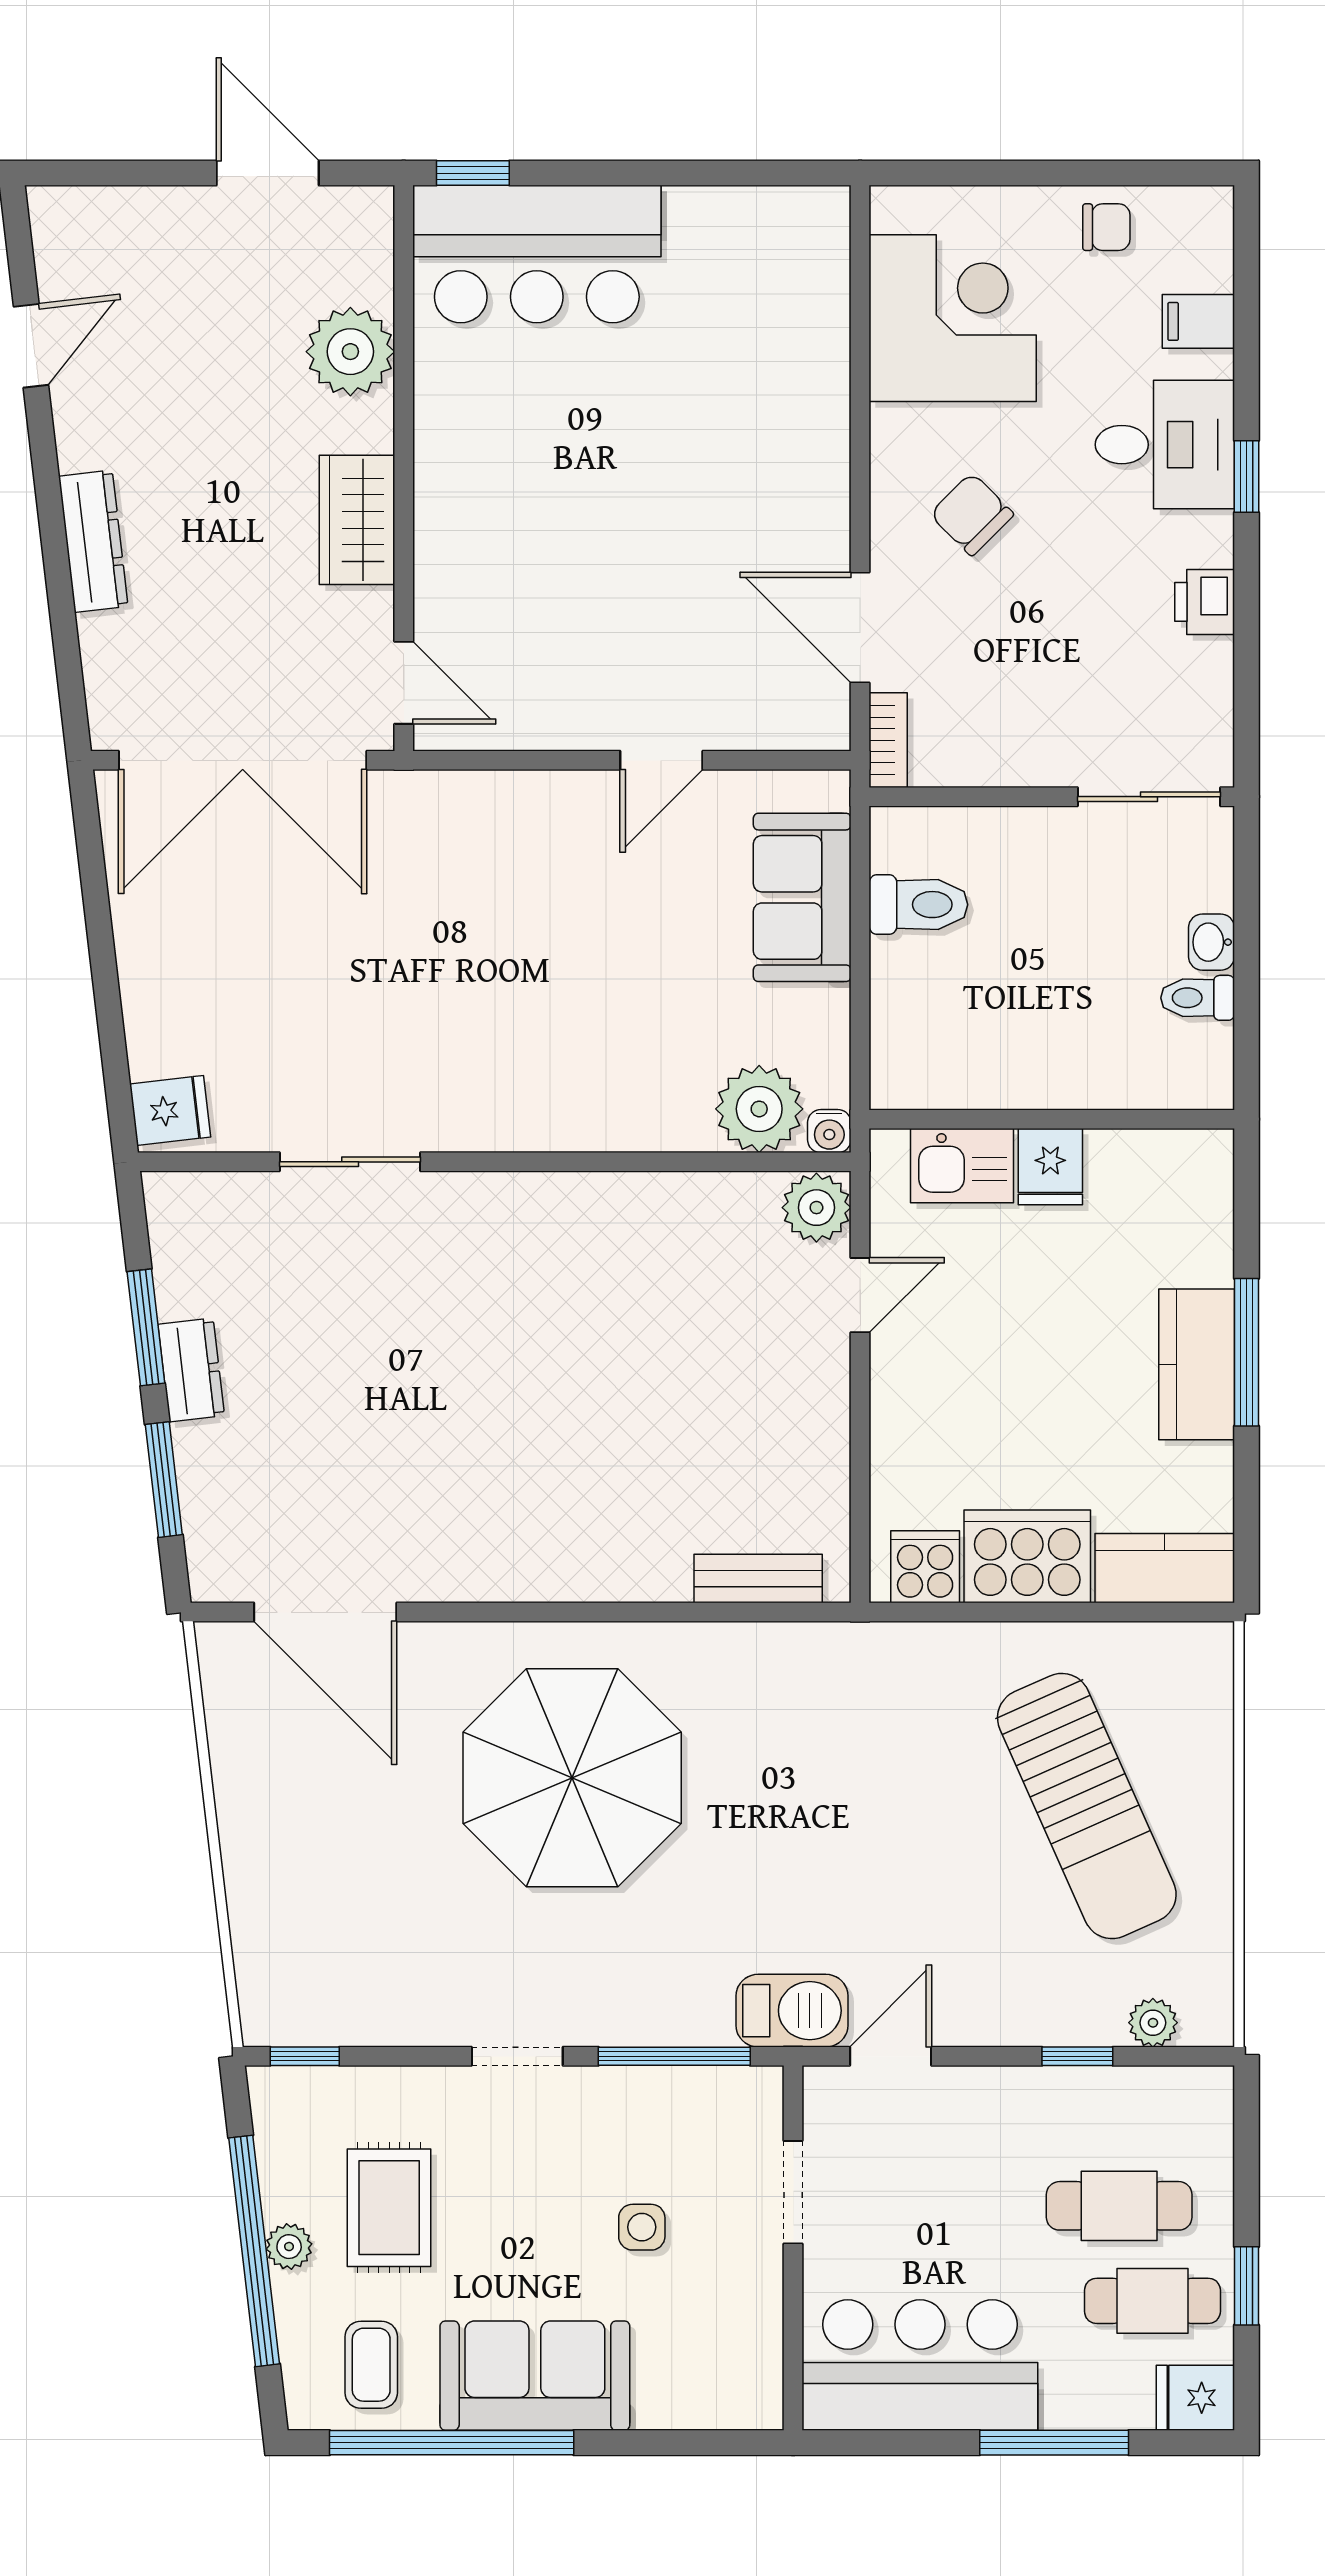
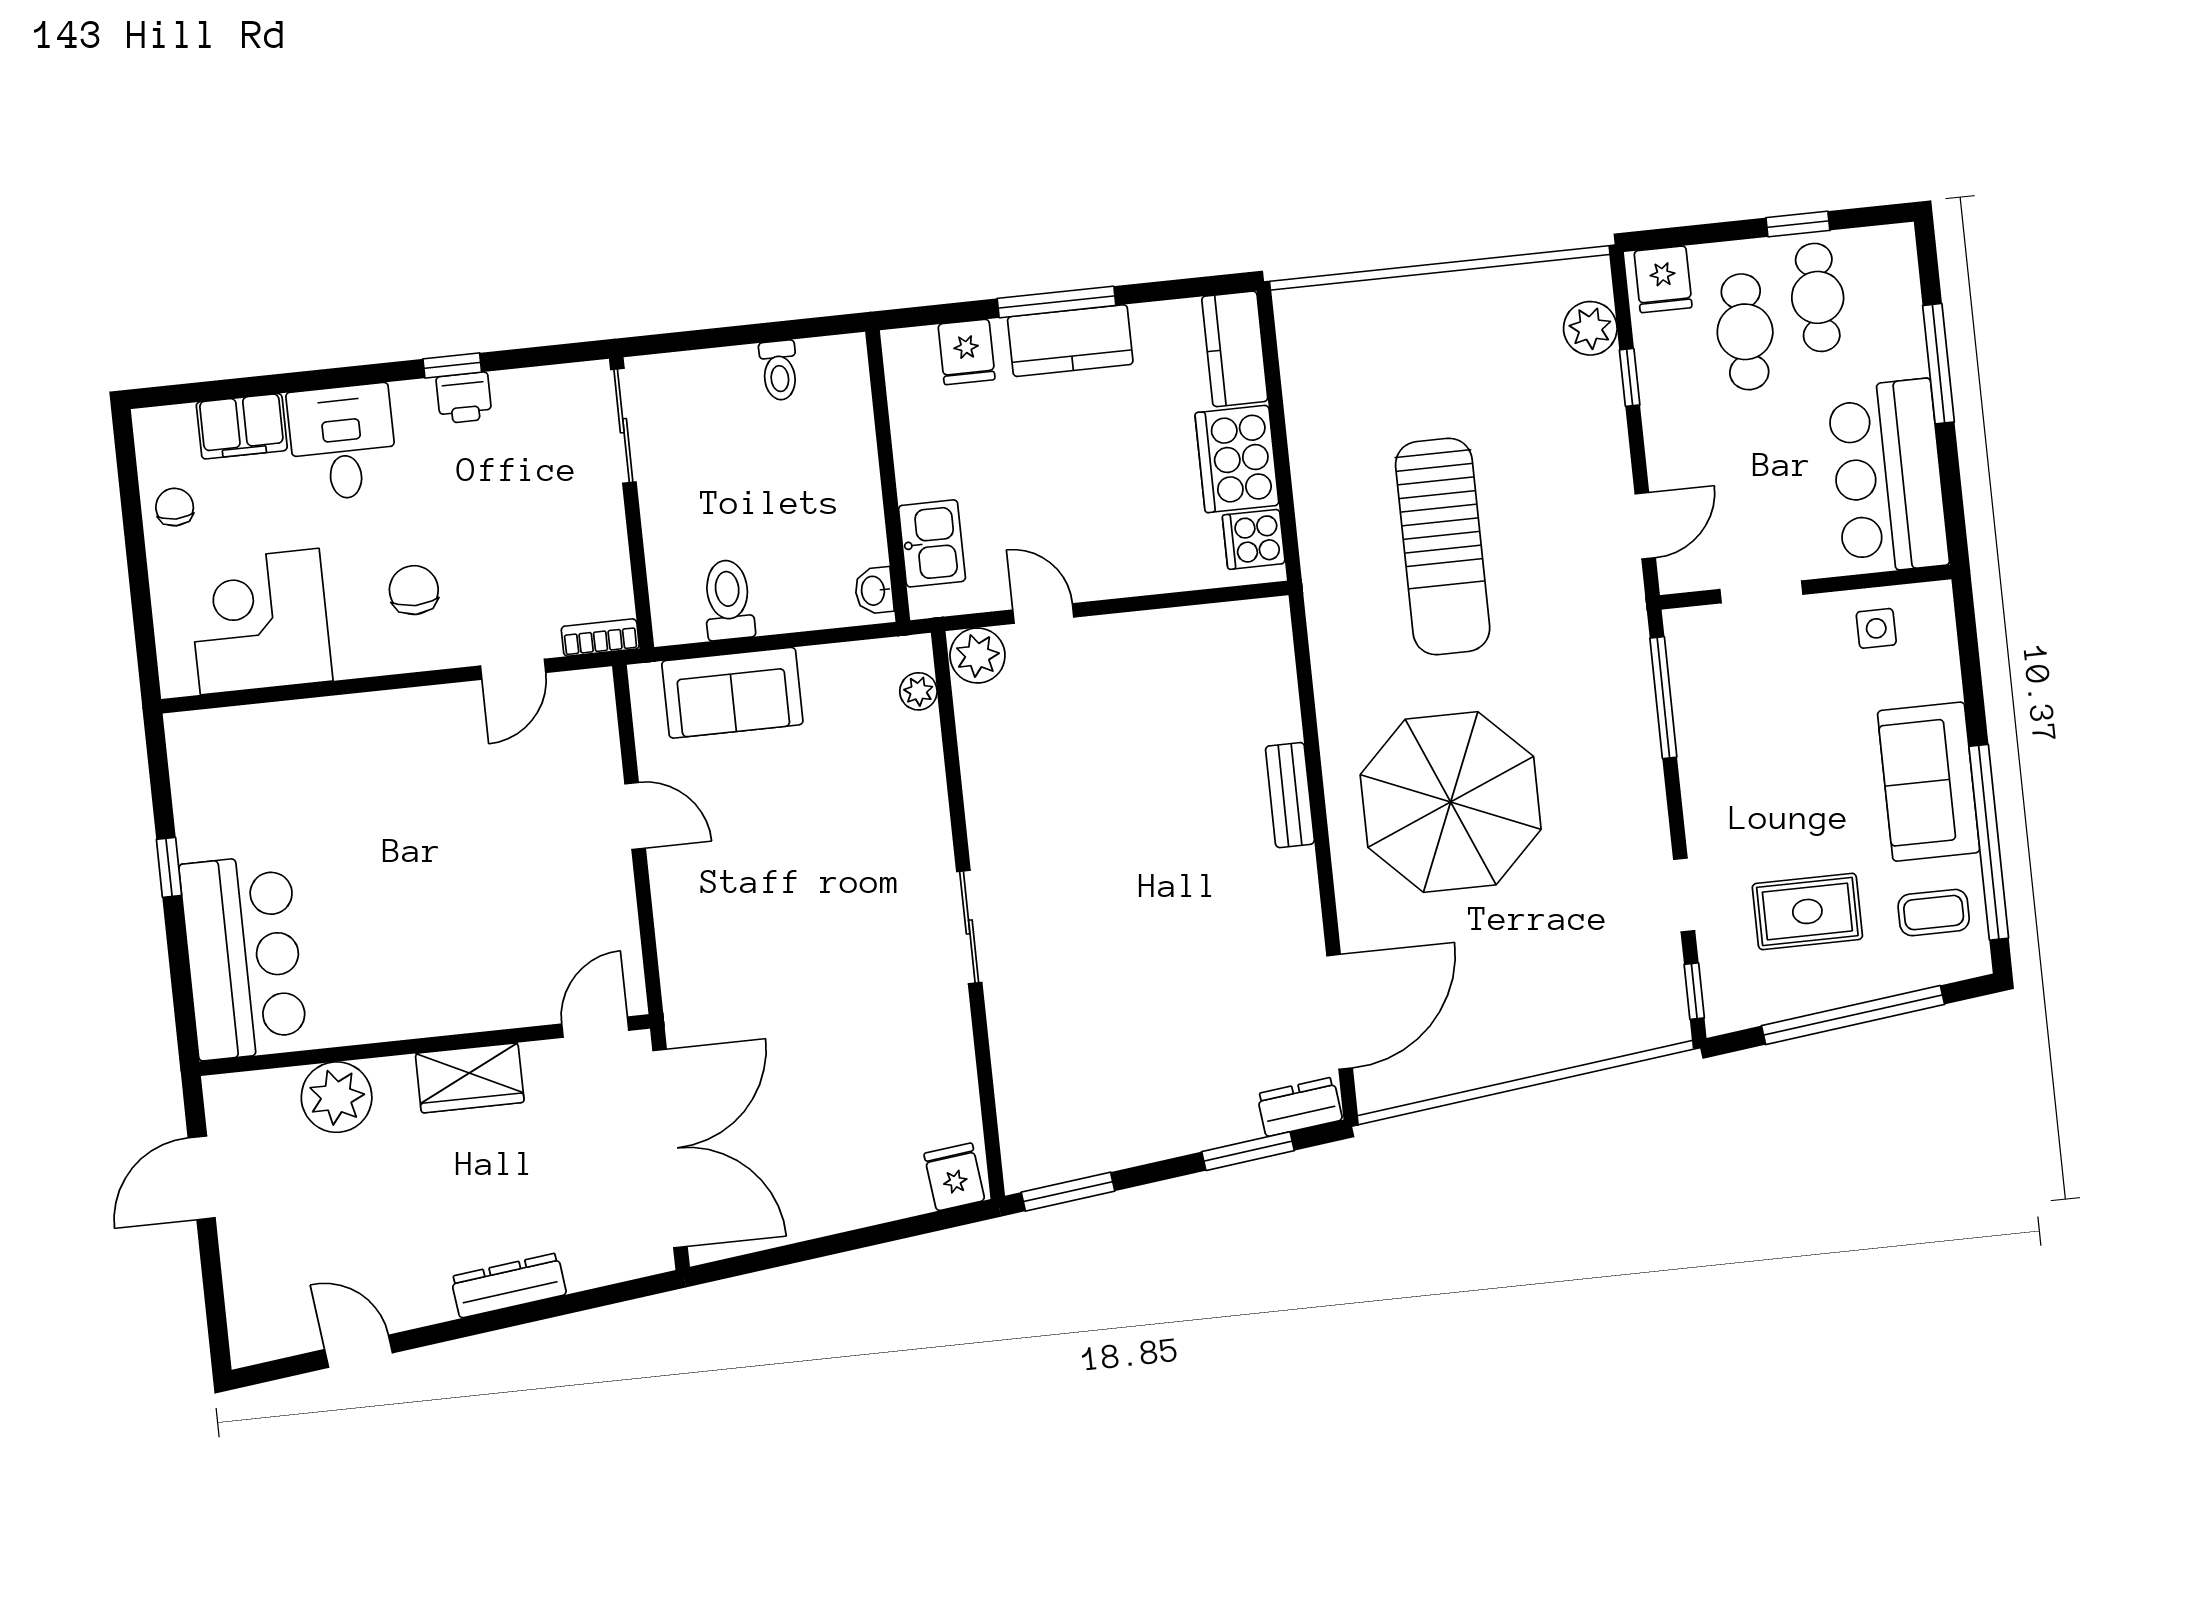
window: (473, 173) -> (169, 867), moved
filing cabinet: (1198, 321) -> (242, 426), width x2.00
window: (1246, 476) -> (452, 365), moved
chair: (972, 514) -> (414, 590), turned 135
door: (860, 628) -> (513, 669), width x0.73
washbasin: (1211, 942) -> (874, 591), moved, turned 90
plant: (759, 1109) -> (918, 691), width x0.53, depth x0.53
water cooler: (829, 1131) -> (916, 652), removed
sliding door: (350, 1162) -> (969, 927), moved
fridge: (1050, 1167) -> (967, 352), moved, turned 90
window: (146, 1327) -> (1068, 1192), moved
dresser: (191, 1370) -> (1300, 1107), moved
bench: (758, 1578) -> (1290, 795), moved
sun lounger: (1087, 1806) -> (1443, 546), moved, turned 114
barbecue: (792, 2011) -> (1617, 608), removed
plant: (1153, 2023) -> (1590, 328), width x1.38, depth x1.38
doorway: (517, 2056) -> (1684, 895), moved
door: (891, 2056) -> (1645, 526), swing flipped
side table: (642, 2227) -> (1876, 628), moved
plant: (289, 2247) -> (1847, 988), removed
fridge: (1195, 2398) -> (1663, 279), moved

